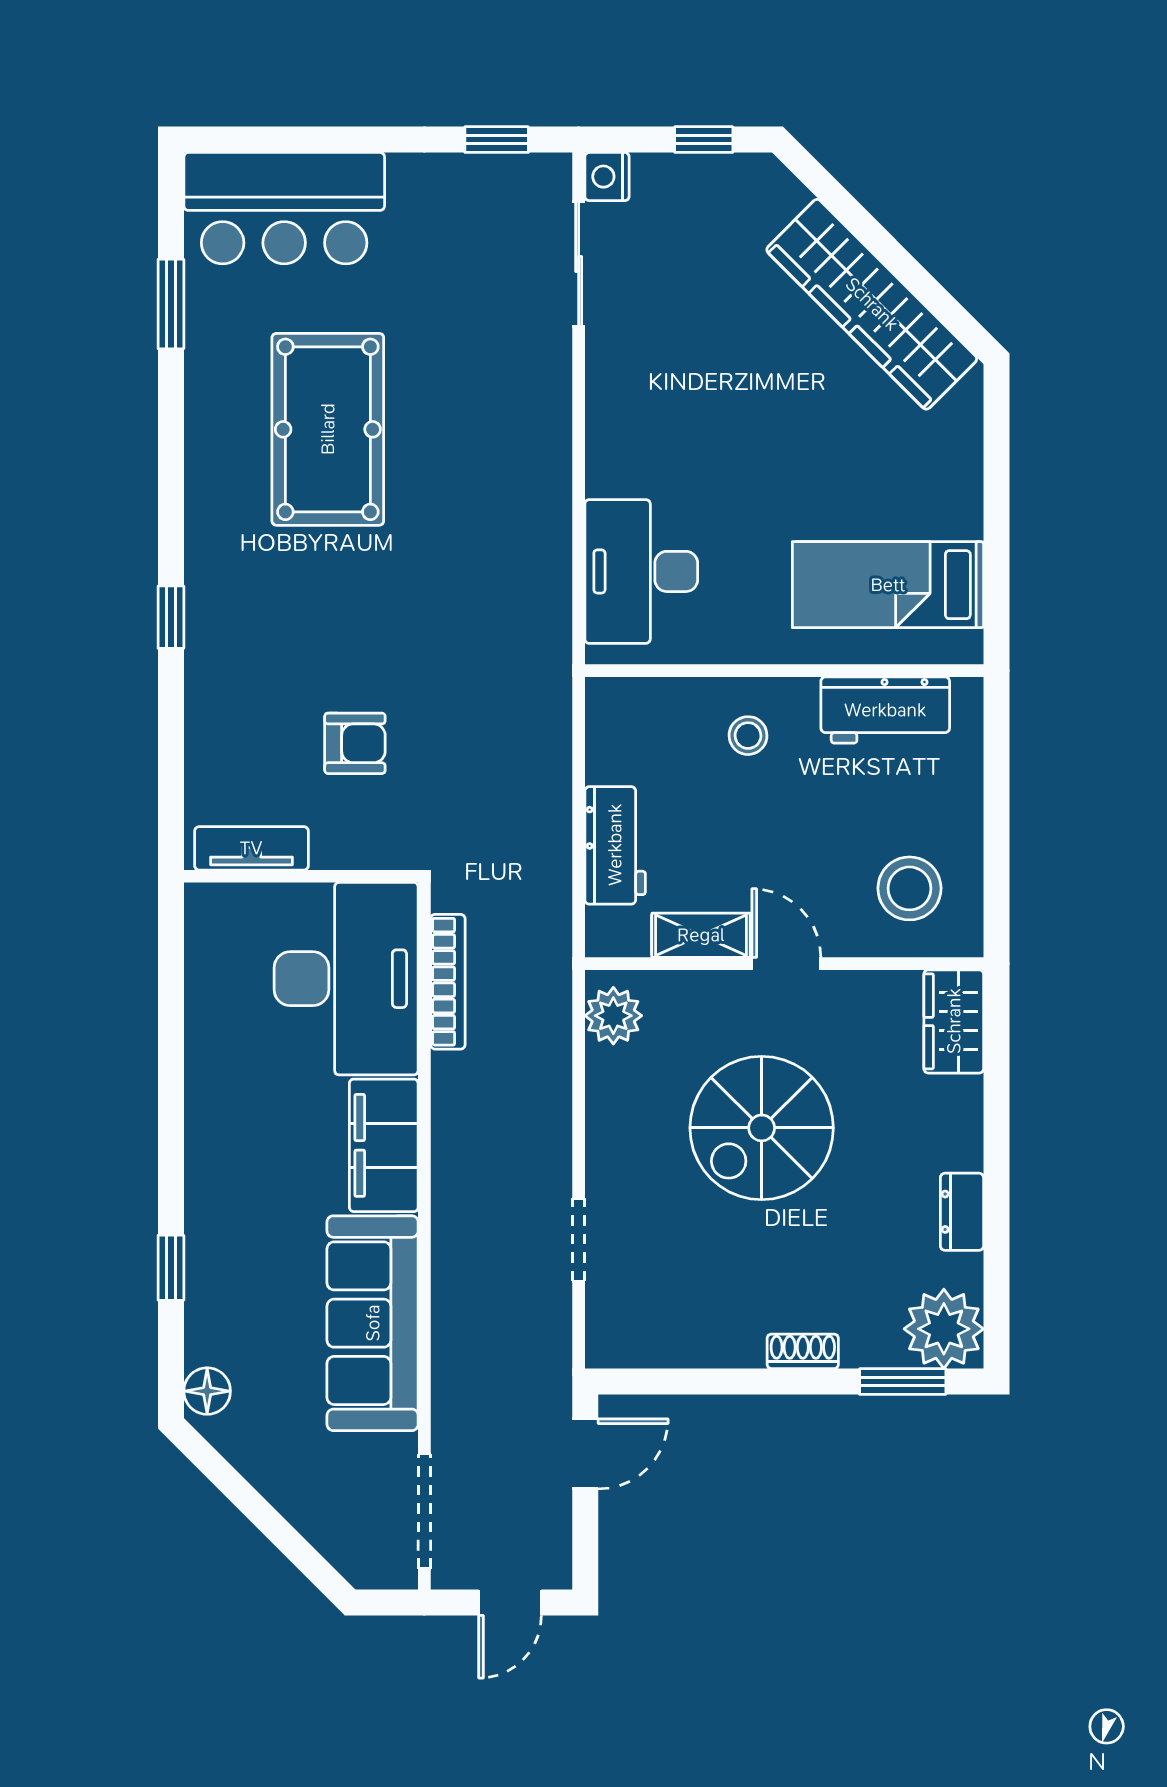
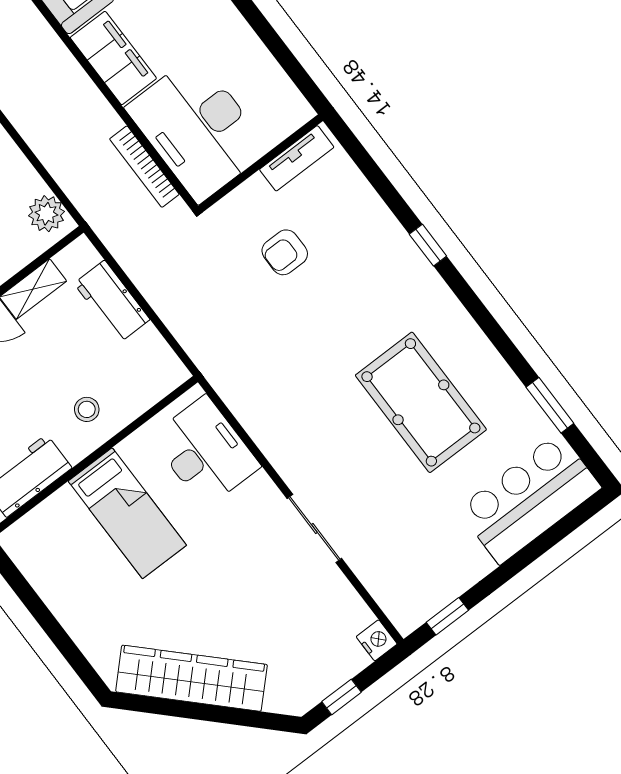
sliding door: (579, 264) -> (314, 529), moved
bed: (888, 585) -> (127, 513), moved, turned 90

